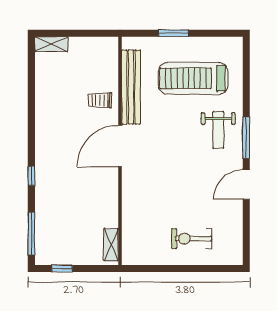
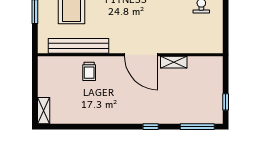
door: (120, 146) -> (141, 55), moved
shelving: (111, 245) -> (174, 62), moved

